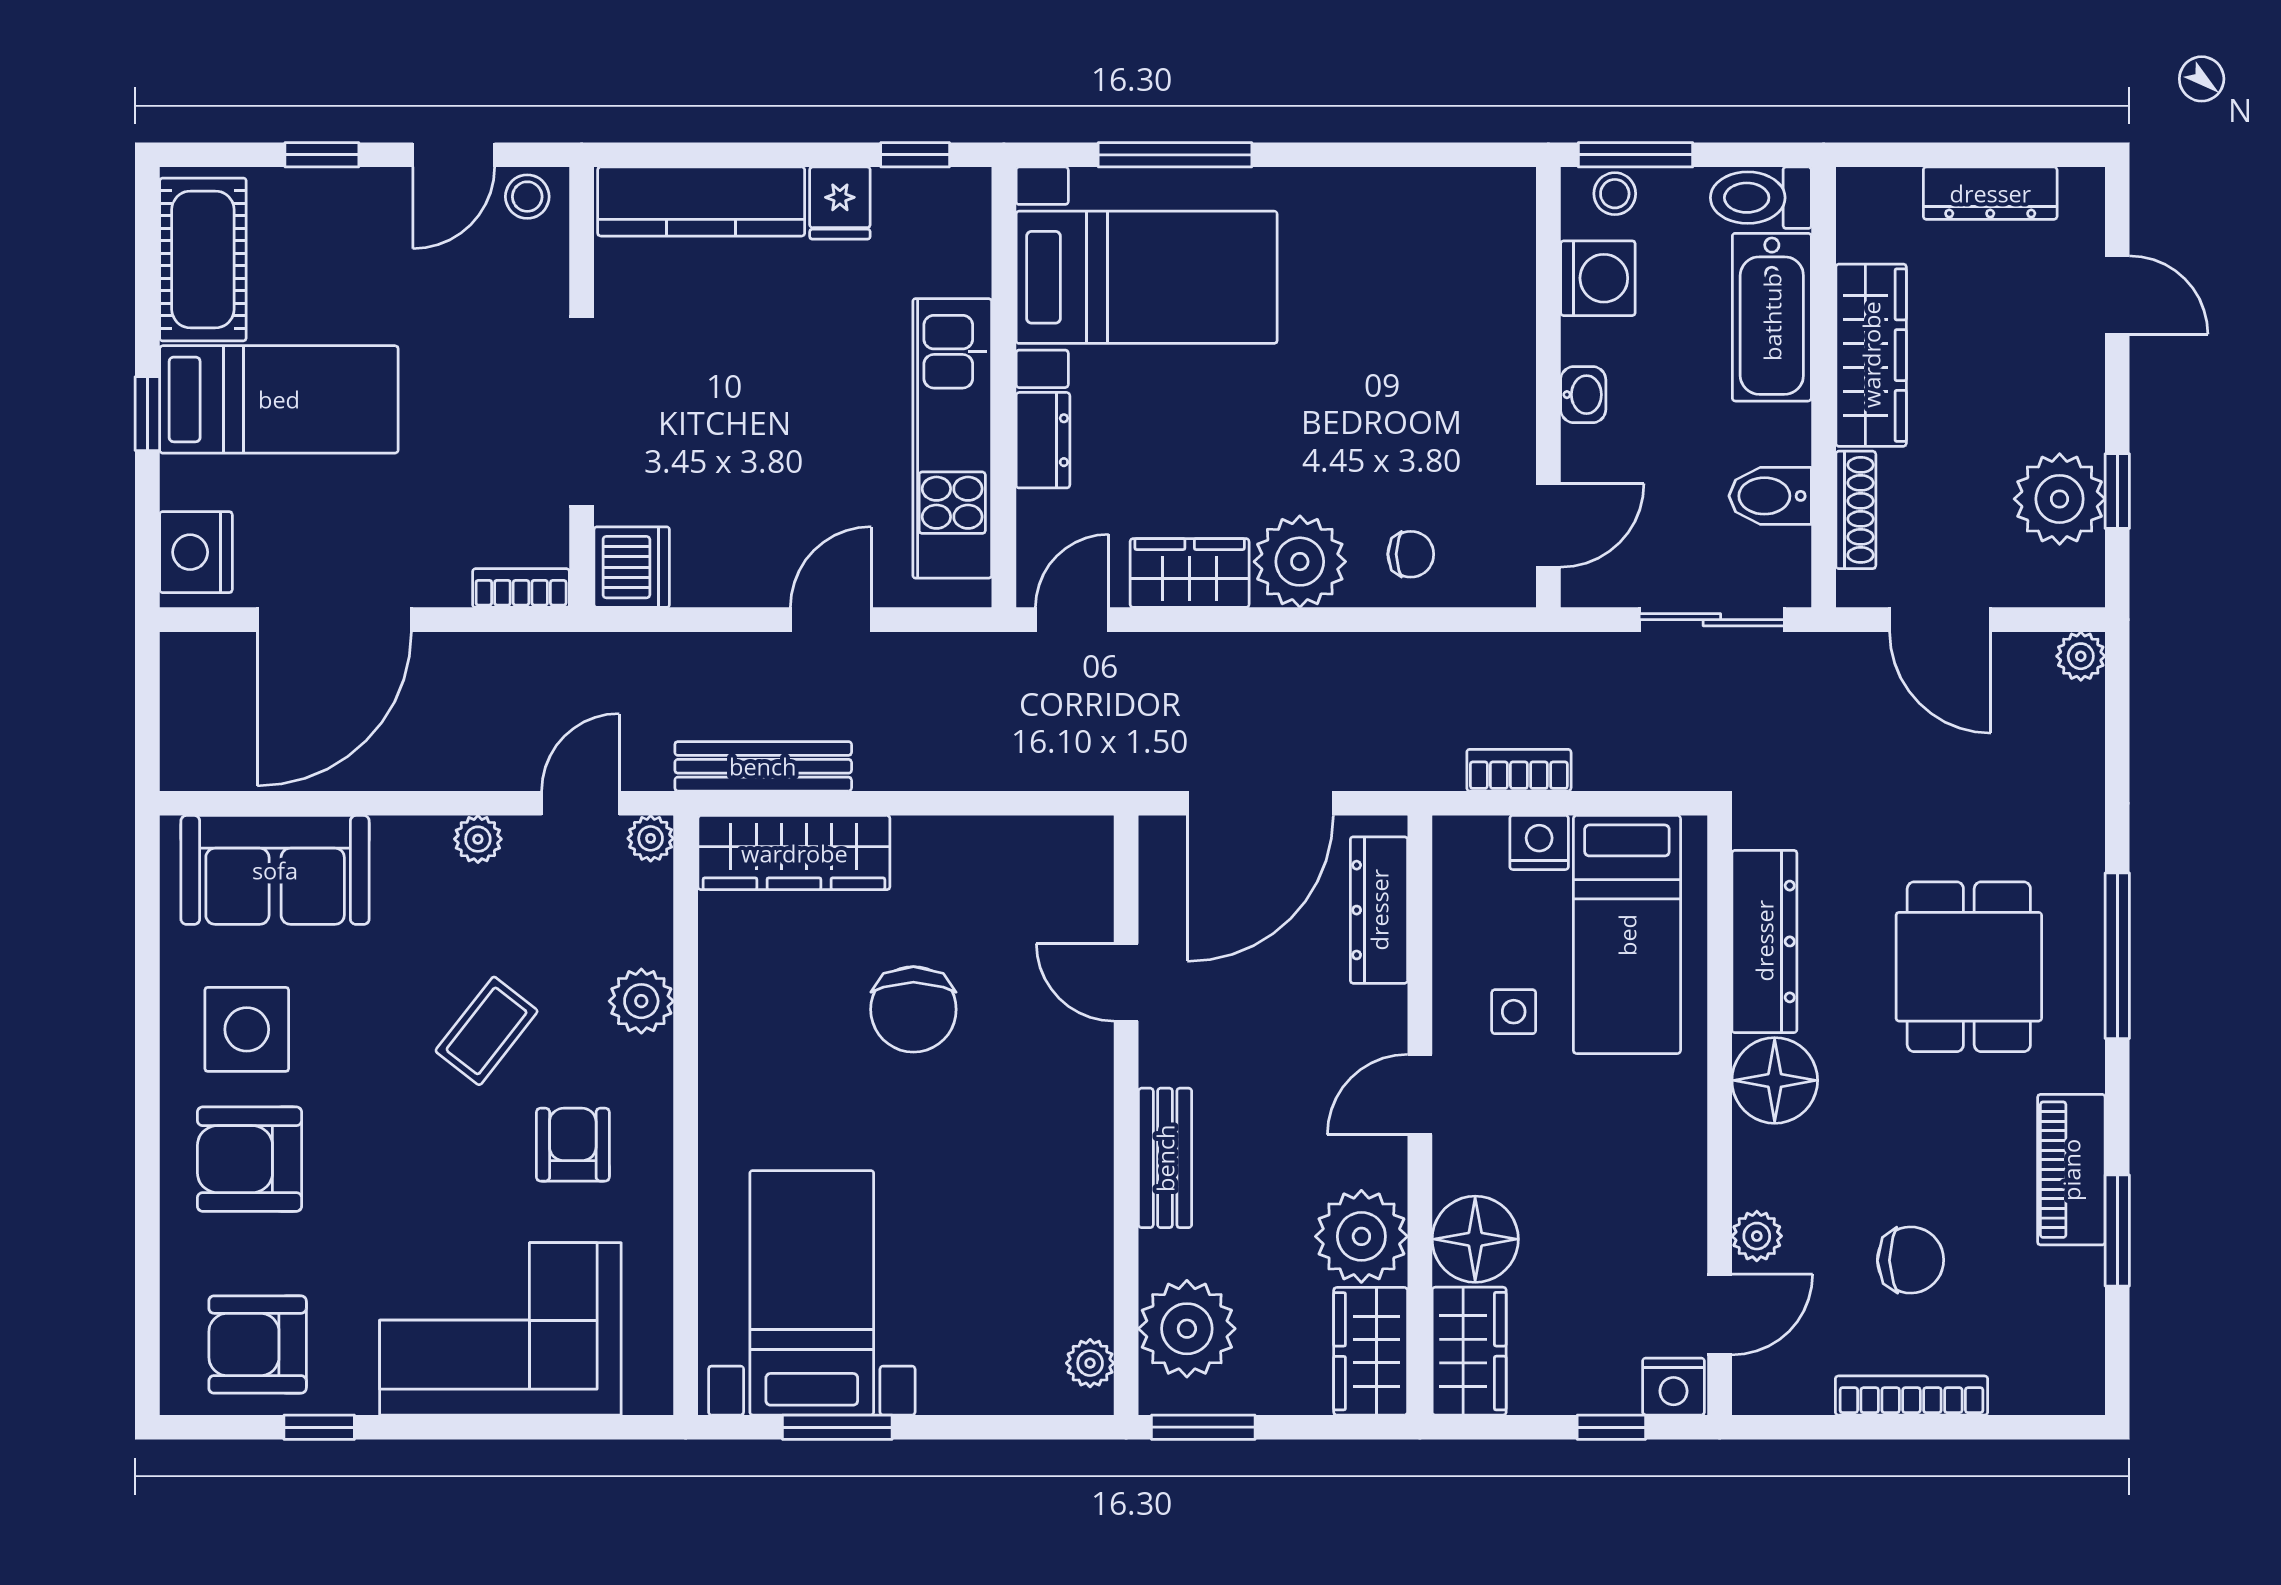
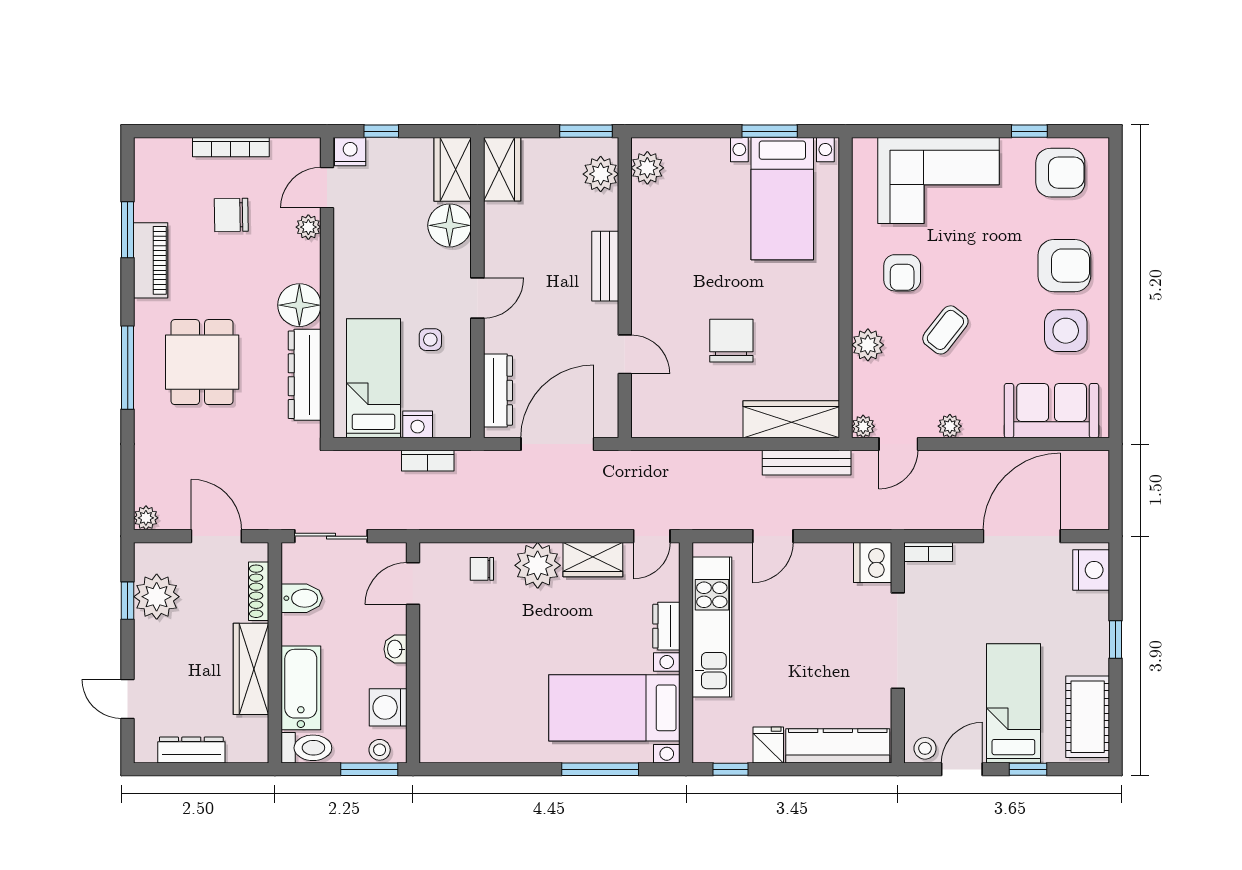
bed: (279, 399) -> (1013, 703), moved, turned 90
plant: (1361, 1236) -> (507, 227), removed
plant: (1187, 1329) -> (601, 174), width x0.73, depth x0.73
plant: (1090, 1363) -> (647, 168), width x1.38, depth x1.38

